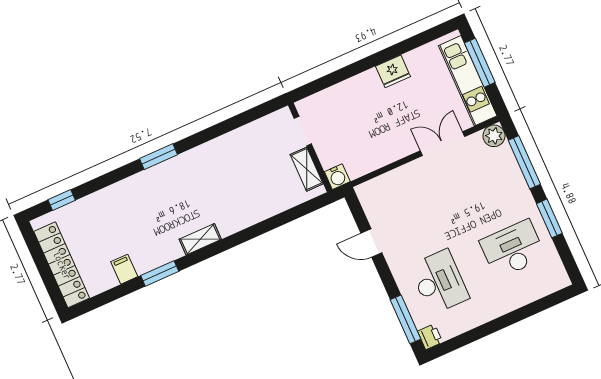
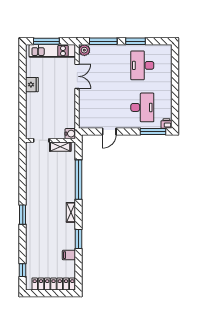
double door: (442, 144) -> (77, 76), swing flipped
window: (263, 227) -> (79, 180), added
desk: (439, 282) -> (142, 107), turned 90

